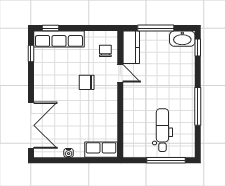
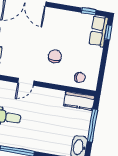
row of seats: (59, 39) -> (99, 31), width x0.68
door: (120, 73) -> (26, 82), moved

